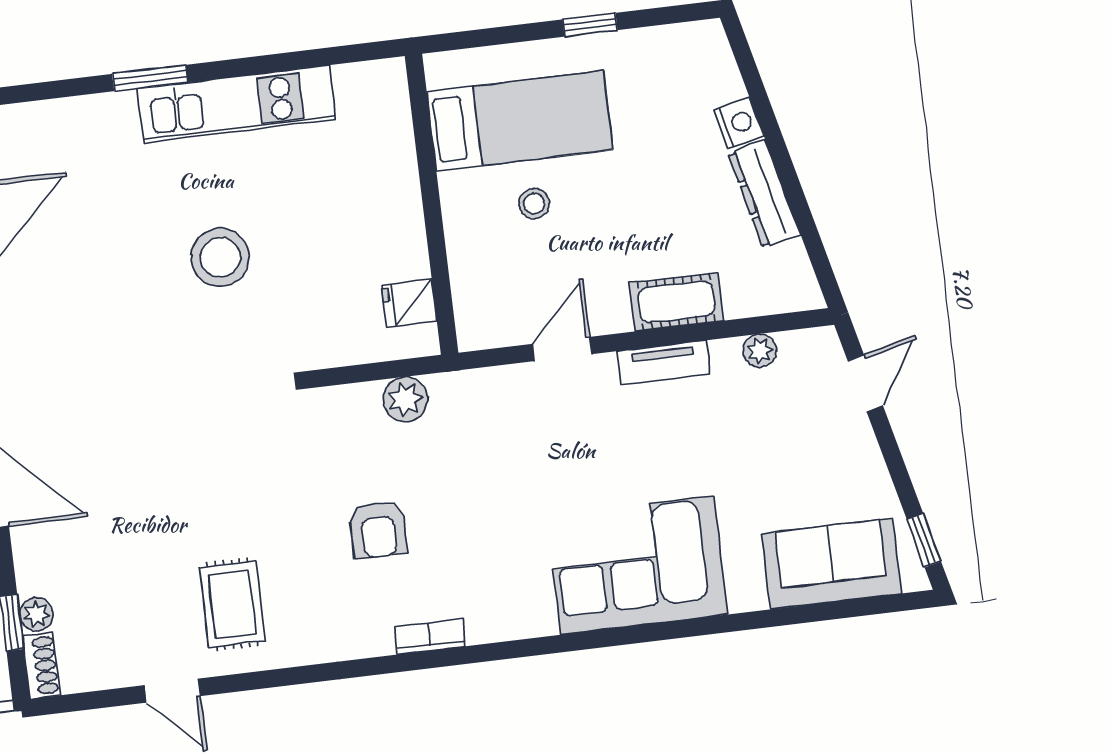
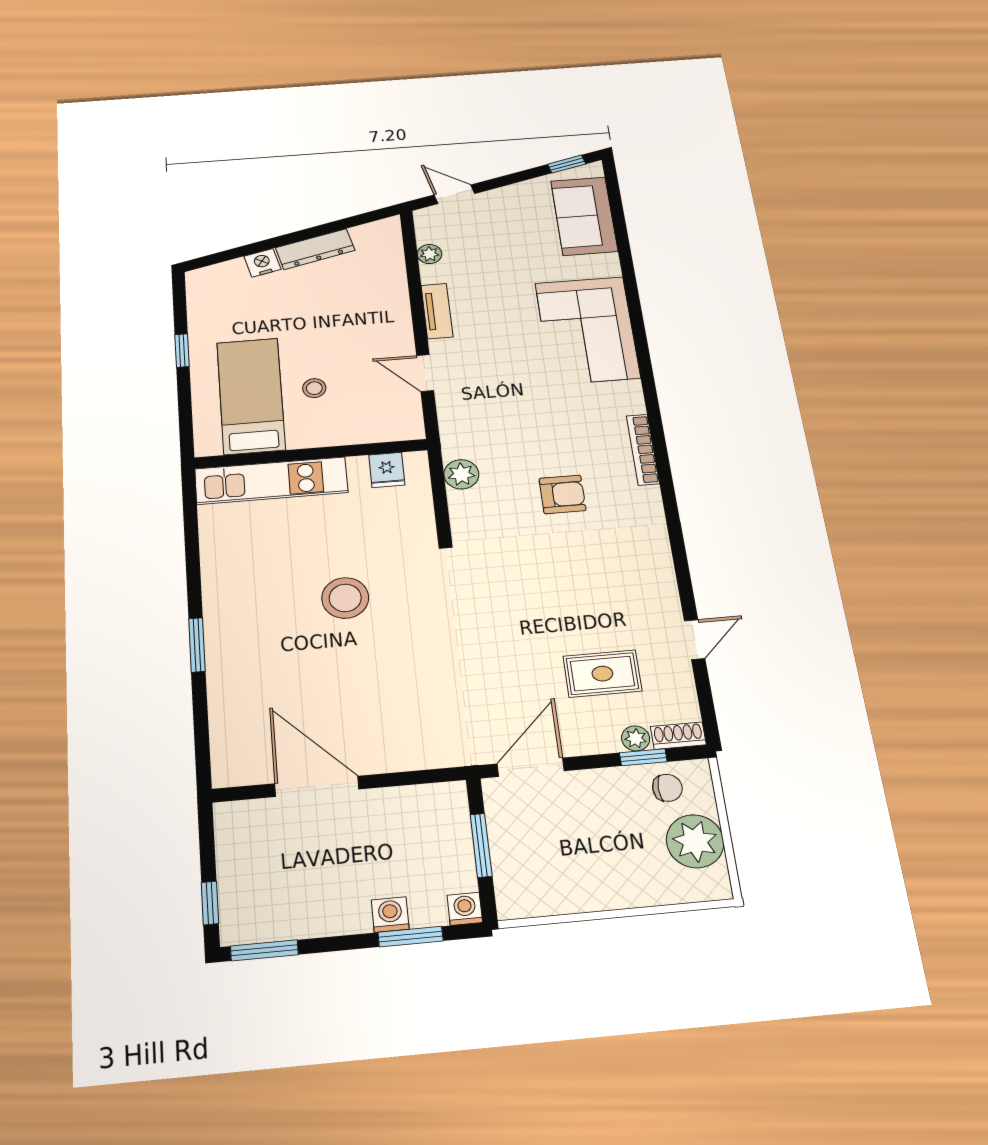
kitchen unit: (236, 104) -> (271, 481), moved, turned 90
cot: (676, 302) -> (392, 303), removed
rug: (232, 604) -> (602, 674), moved
bookcase: (430, 637) -> (643, 450), width x1.56

